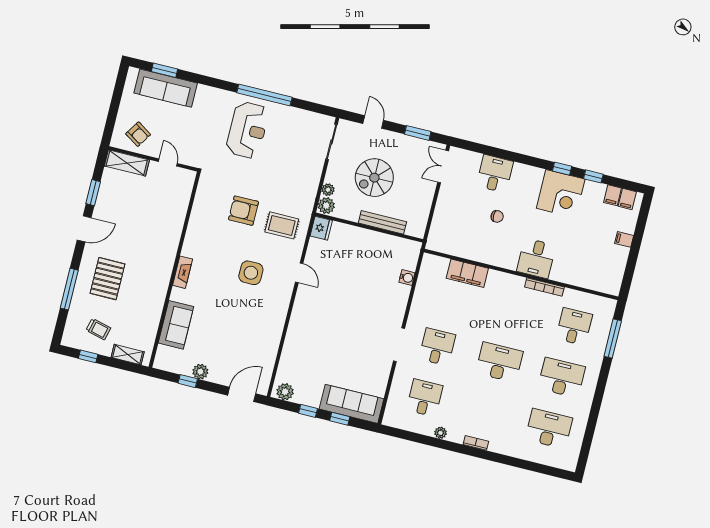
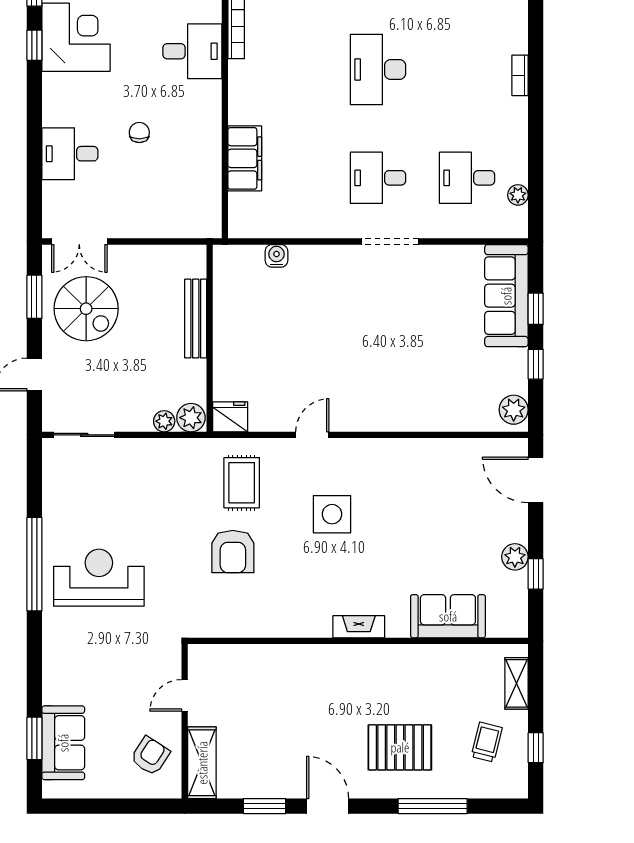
sofa: (166, 88) -> (63, 743), width x0.73
spiral stairs: (374, 178) -> (86, 309), moved
plant: (440, 433) -> (518, 195), moved

